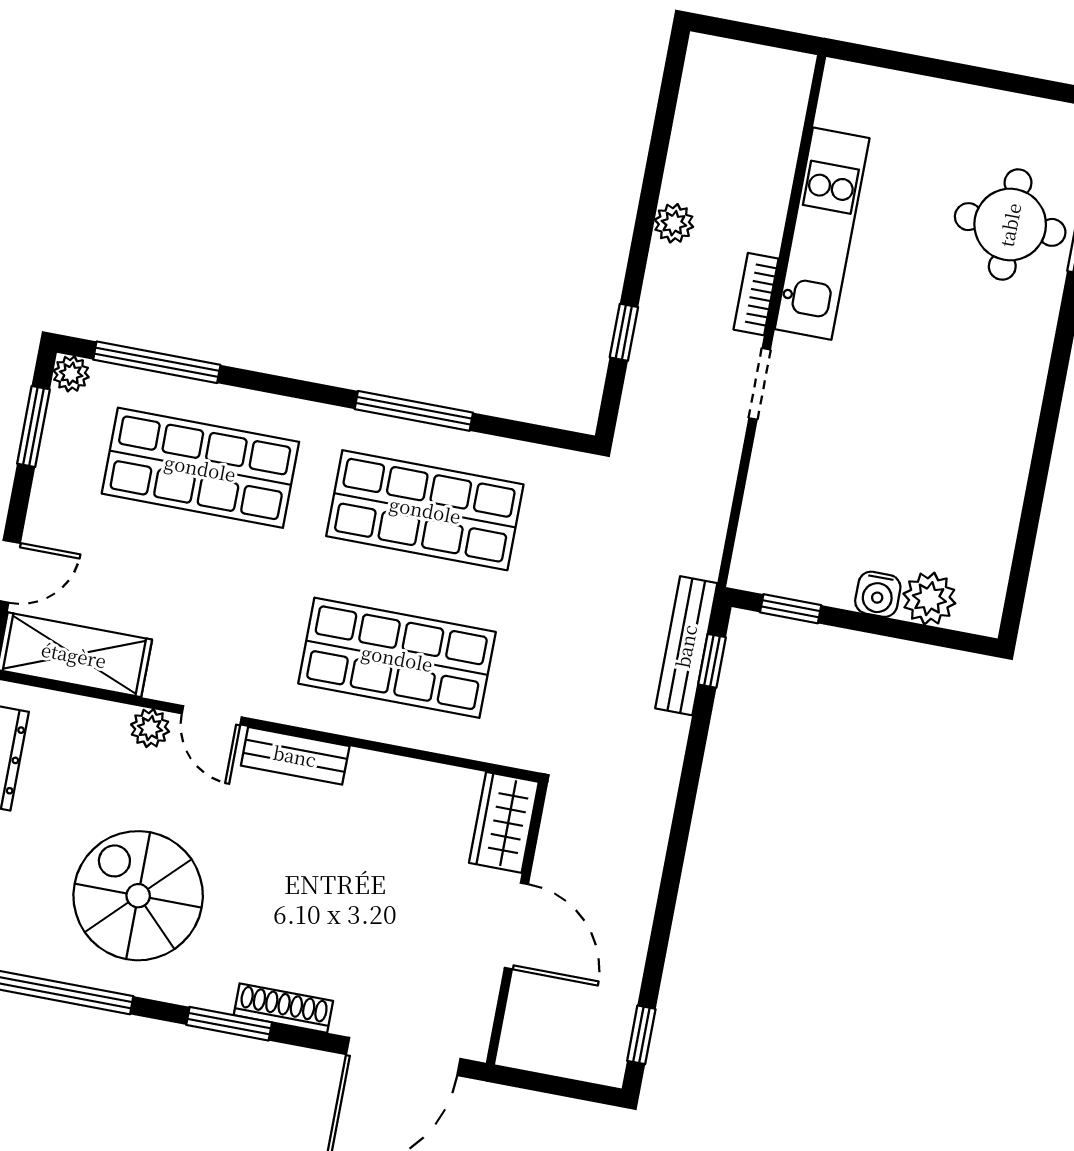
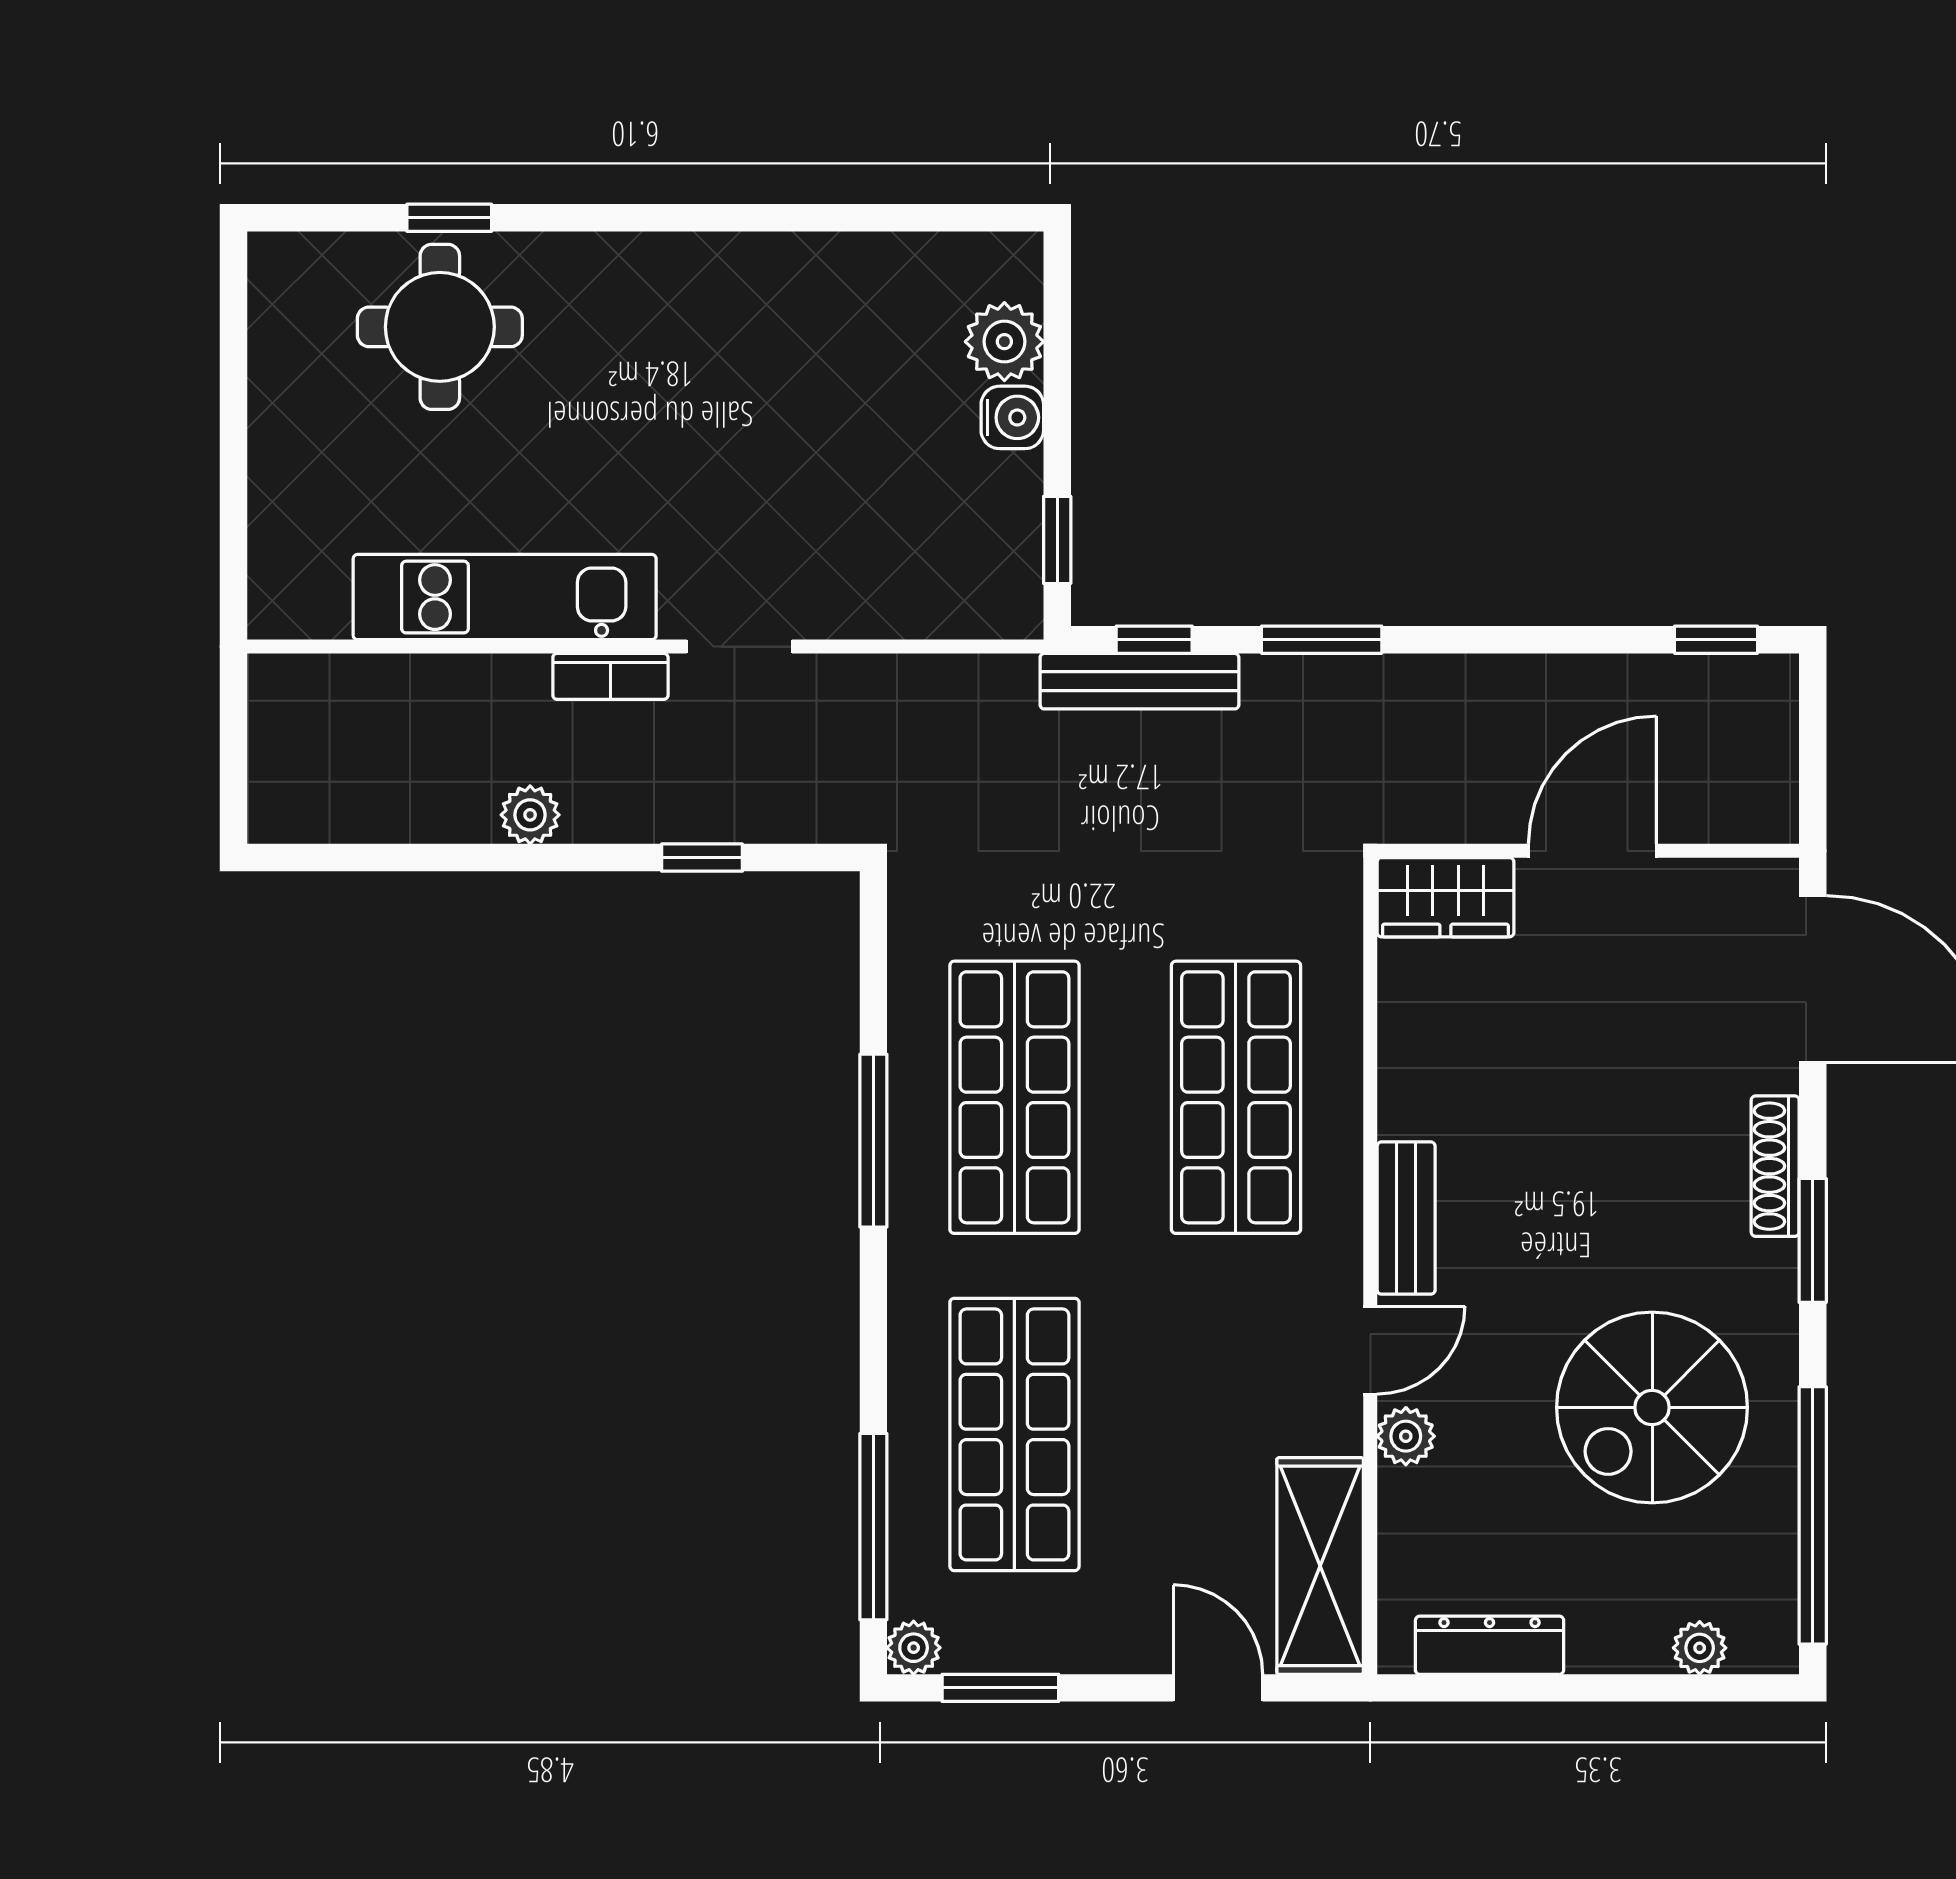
window: (691, 772) -> (1322, 640), added

